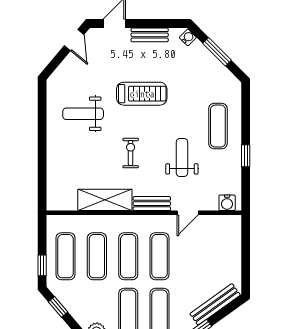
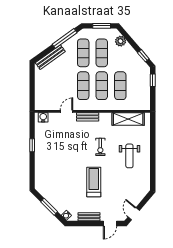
treadmill: (142, 94) -> (94, 182), turned 90
weight bench: (83, 114) -> (129, 156), moved, turned 90
exercise mat: (218, 126) -> (49, 163), removed
weight bench: (182, 157) -> (70, 144), removed
shelving: (105, 200) -> (128, 119), moved
exercise mat: (66, 256) -> (139, 86), removed

